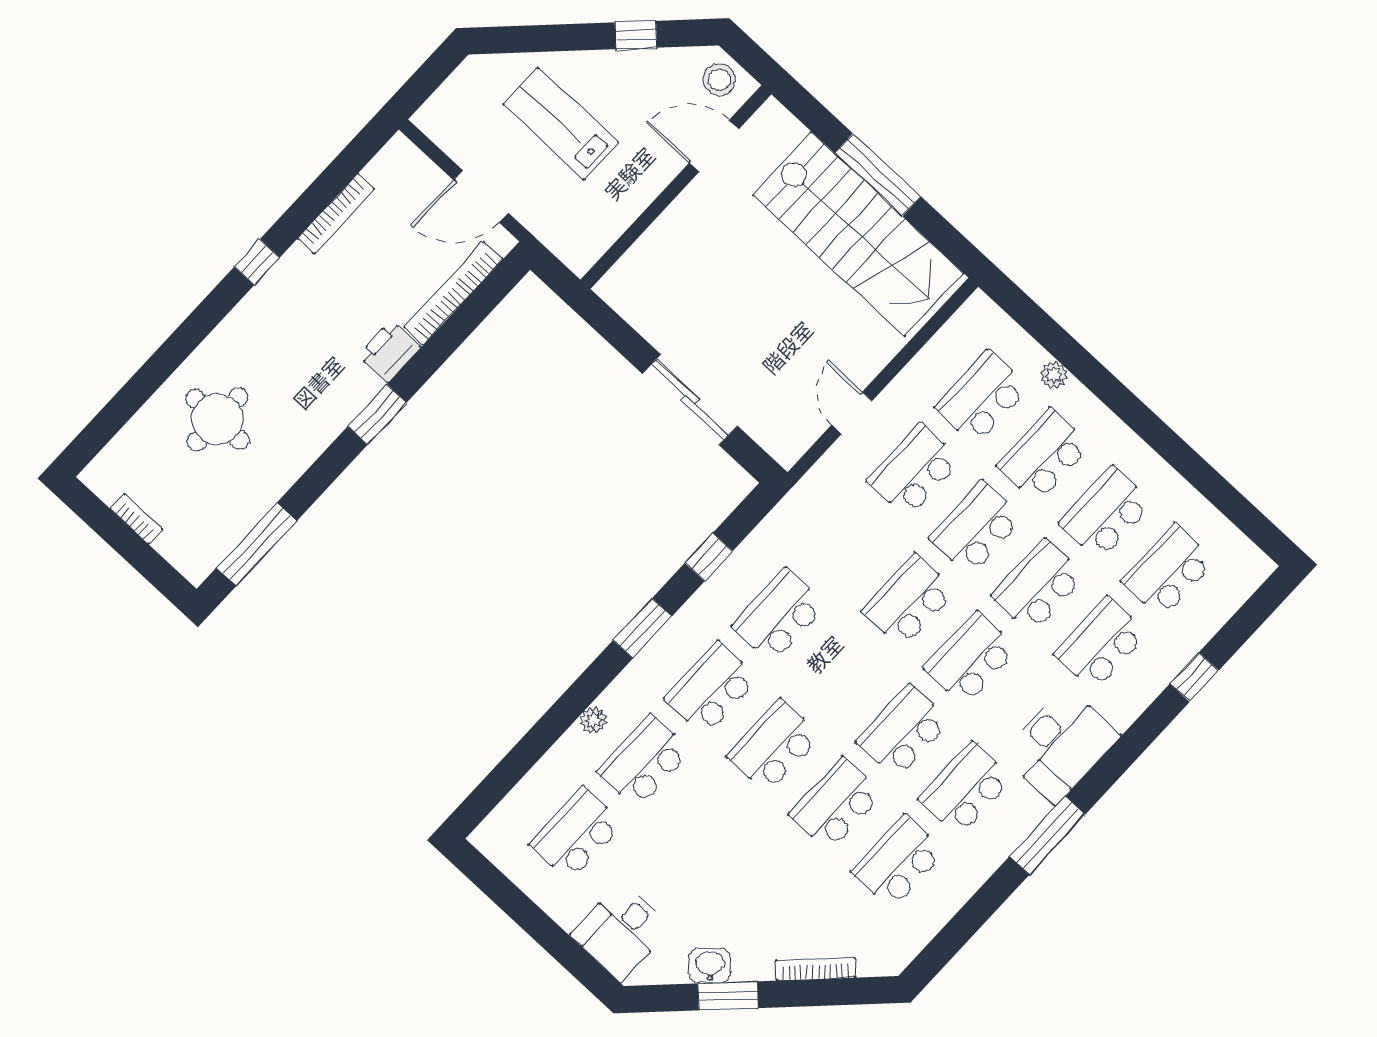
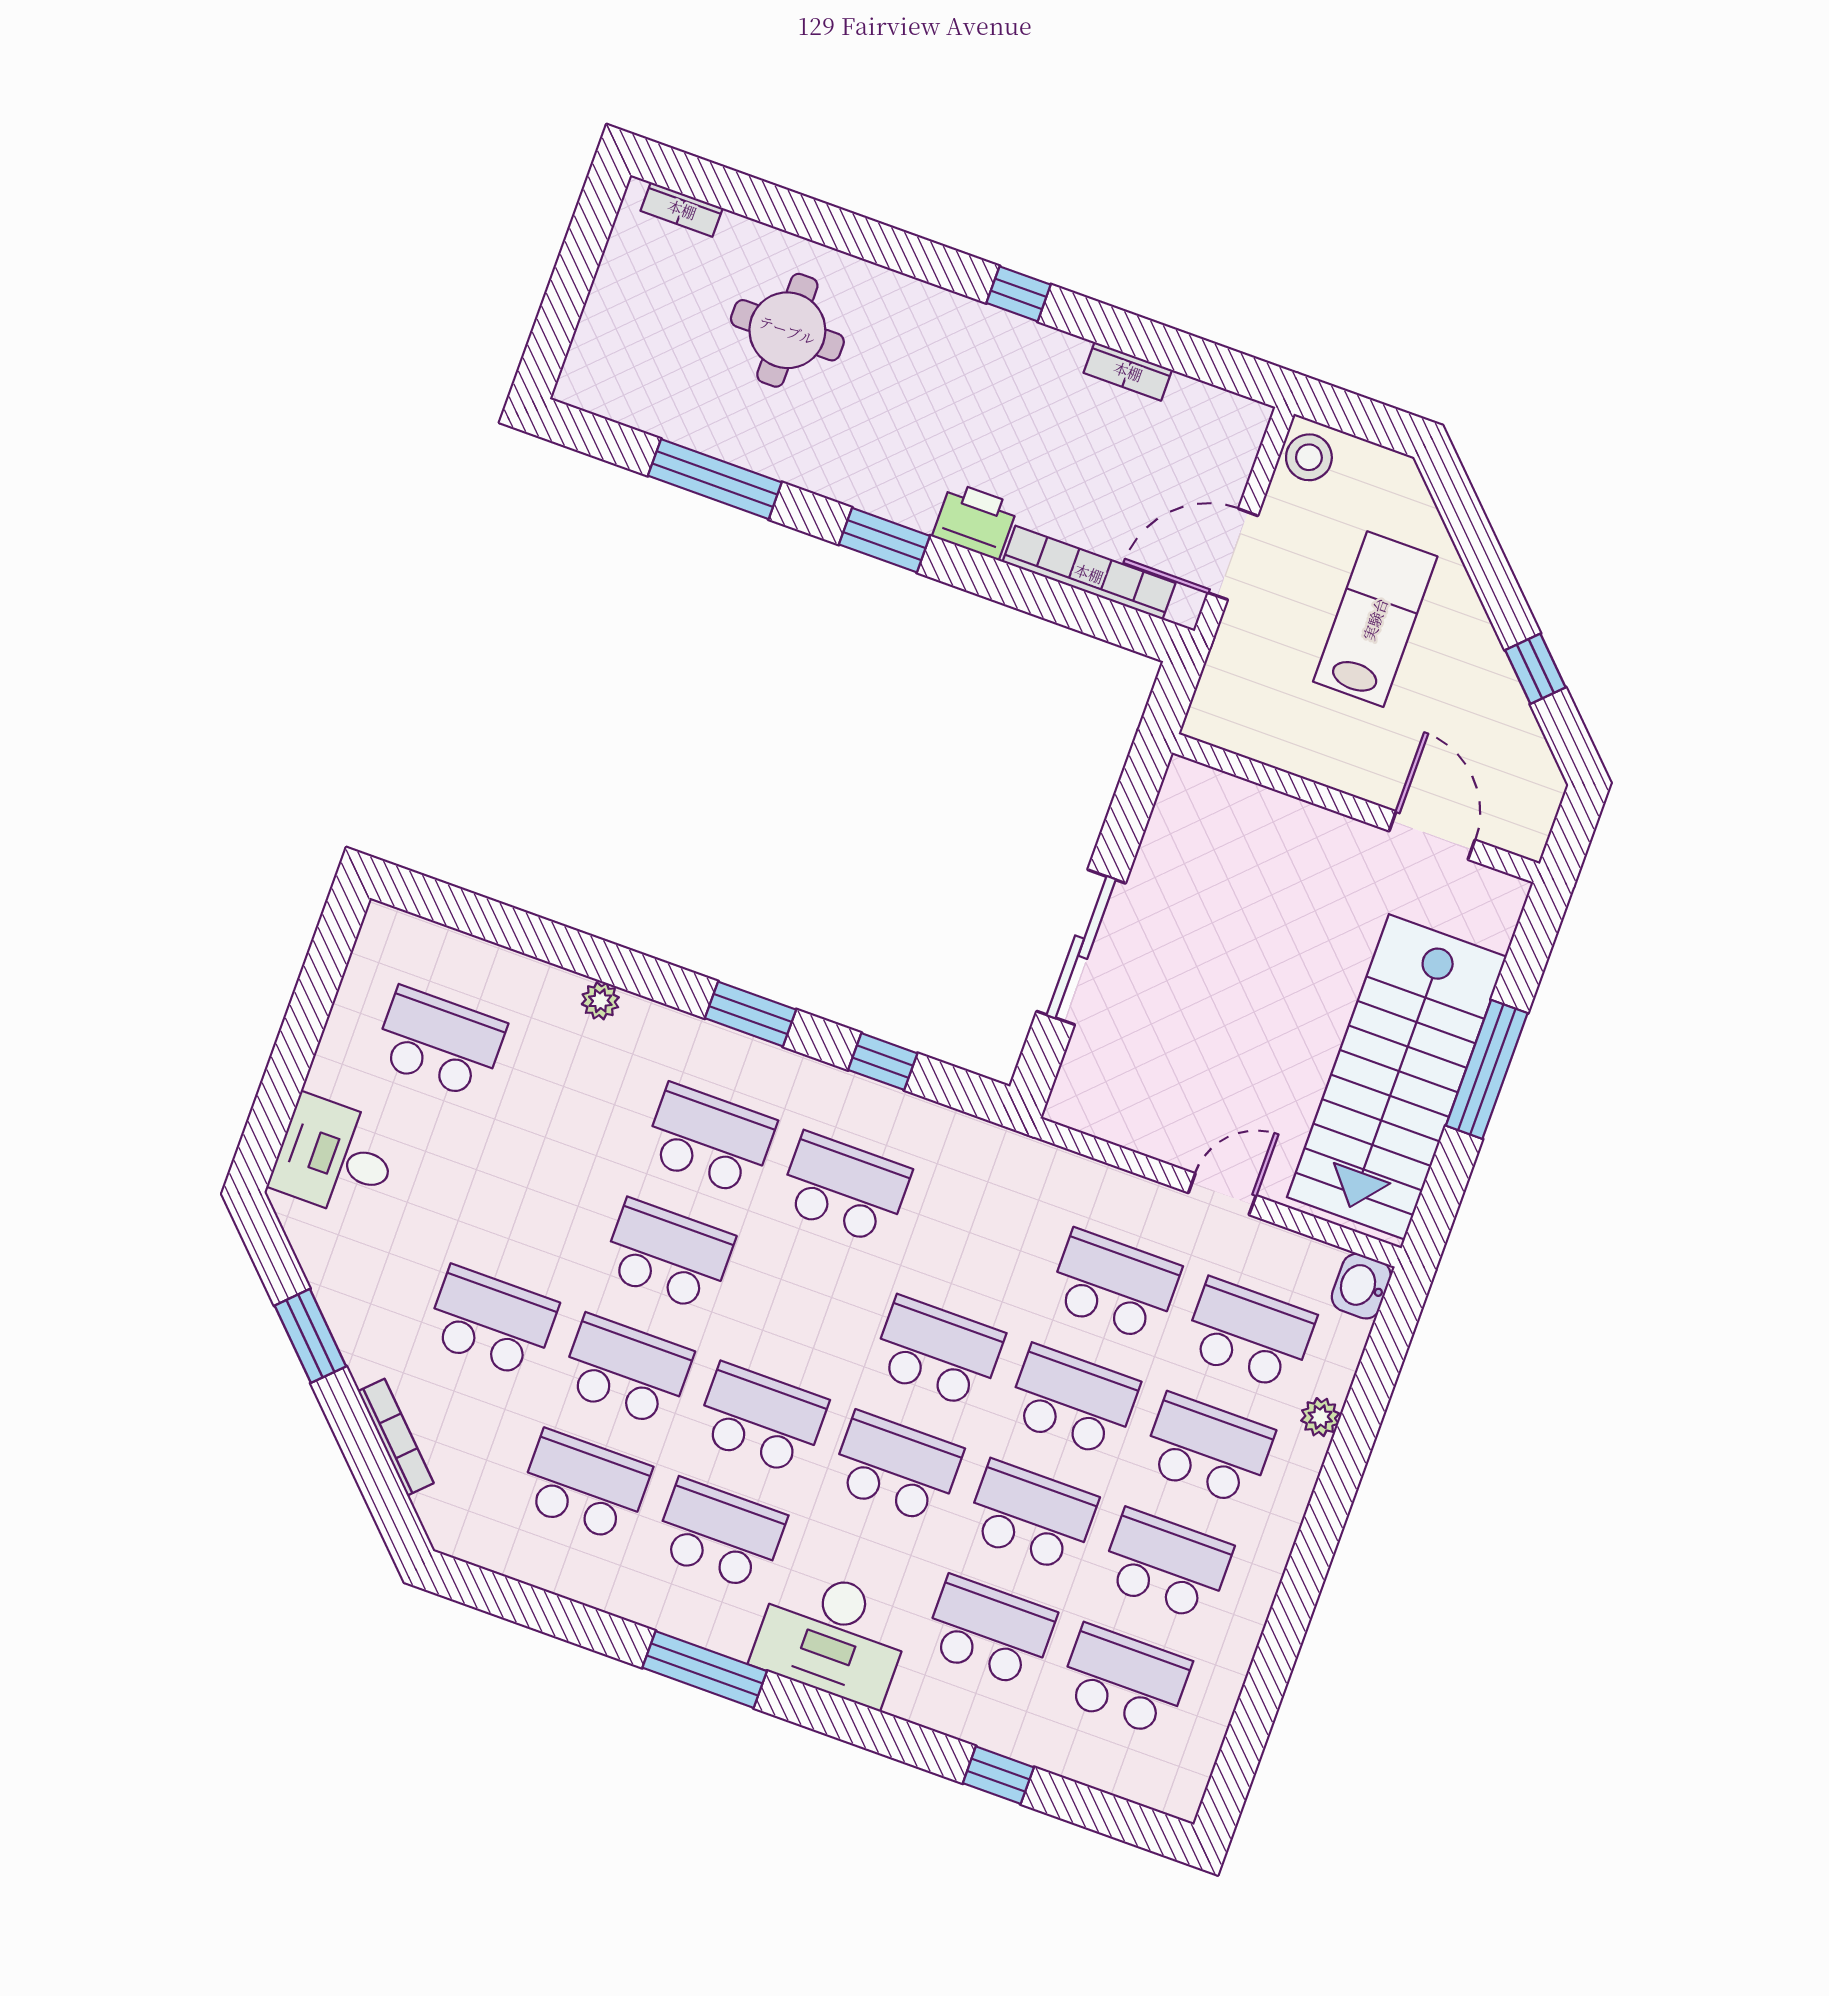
stool: (719, 80) -> (1309, 457), moved
door: (481, 196) -> (1233, 554), hinge flipped
bookcase: (336, 214) -> (1128, 371), width x0.64
door: (852, 413) -> (1222, 1194), moved
bookcase: (136, 519) -> (682, 209), moved, turned 90
window: (257, 544) -> (715, 479), moved
school desk: (644, 761) -> (491, 1322), moved
washbasin: (710, 966) -> (1361, 1286), moved, turned -135

